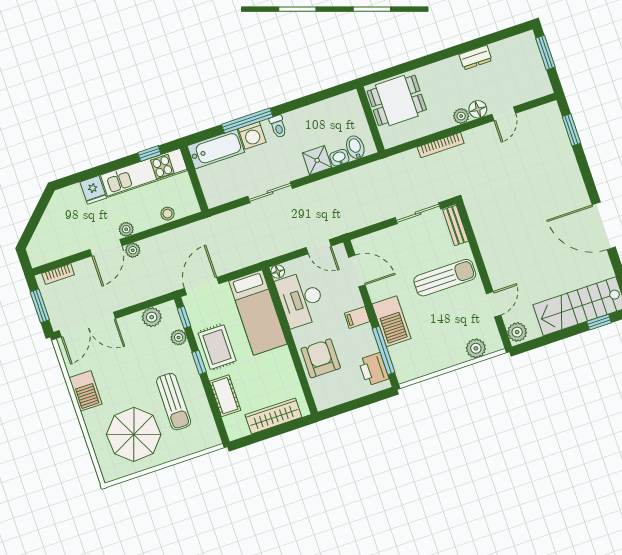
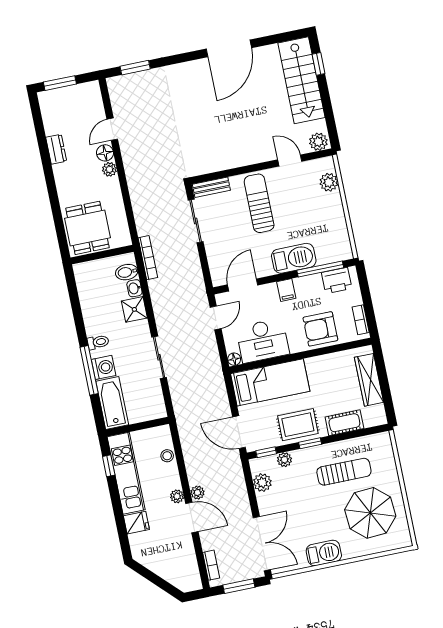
door: (504, 114) -> (112, 129), swing flipped
bookcase: (441, 145) -> (148, 258), moved
bookcase: (336, 400) -> (361, 320), added

